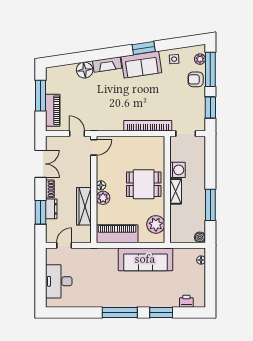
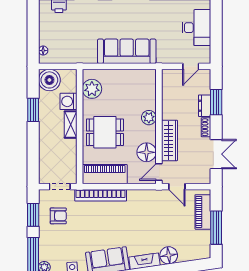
armchair: (196, 79) -> (58, 216), moved
double door: (40, 164) -> (216, 154), swing flipped
washing machine: (177, 170) -> (69, 101), moved
floor lamp: (101, 185) -> (147, 152), moved, width x1.89, depth x1.89
window: (210, 205) -> (33, 110), width x0.69
wardrobe: (84, 206) -> (169, 140), moved
piano: (117, 234) -> (105, 174), moved, turned 180
boiler: (200, 237) -> (49, 80), width x1.86, depth x1.86
sofa: (145, 259) -> (127, 51), moved

